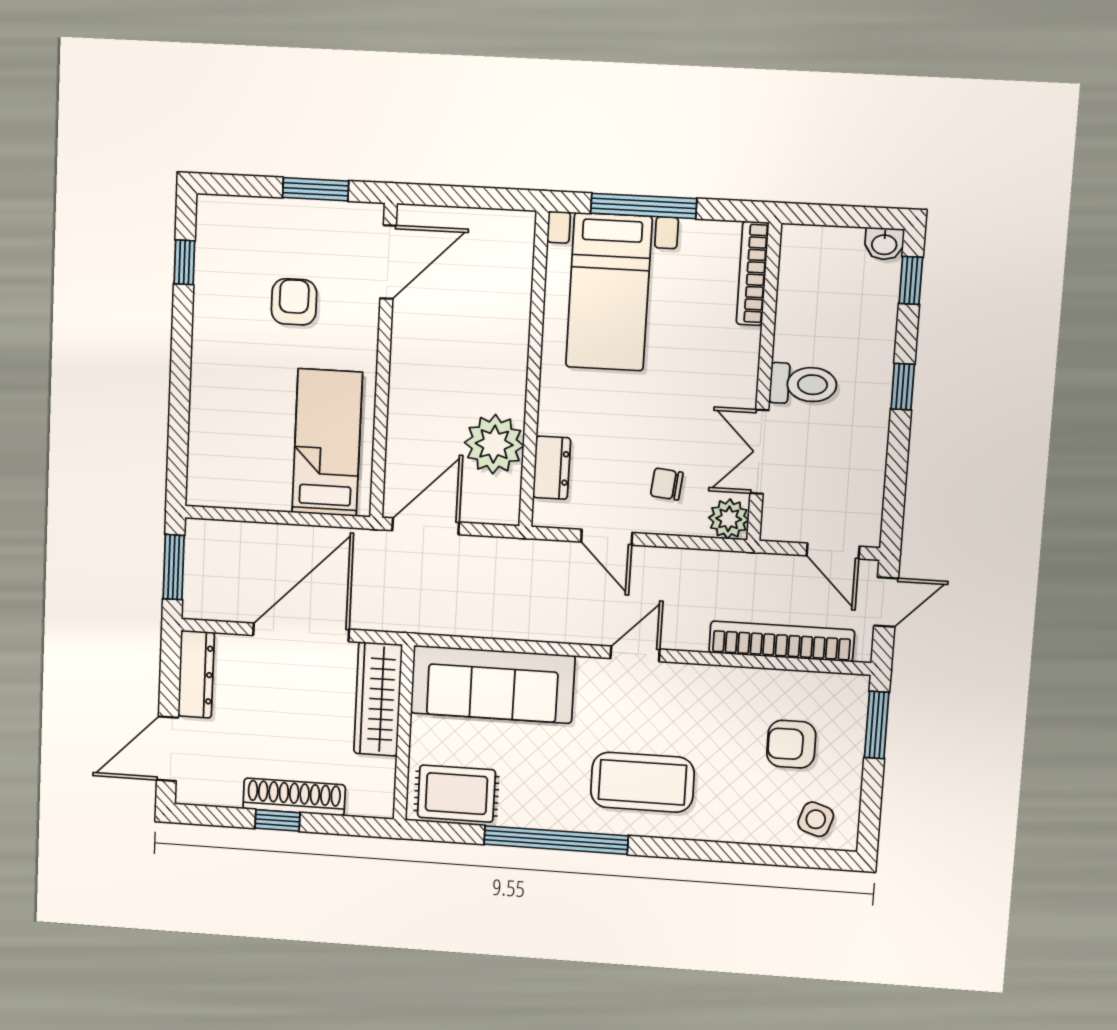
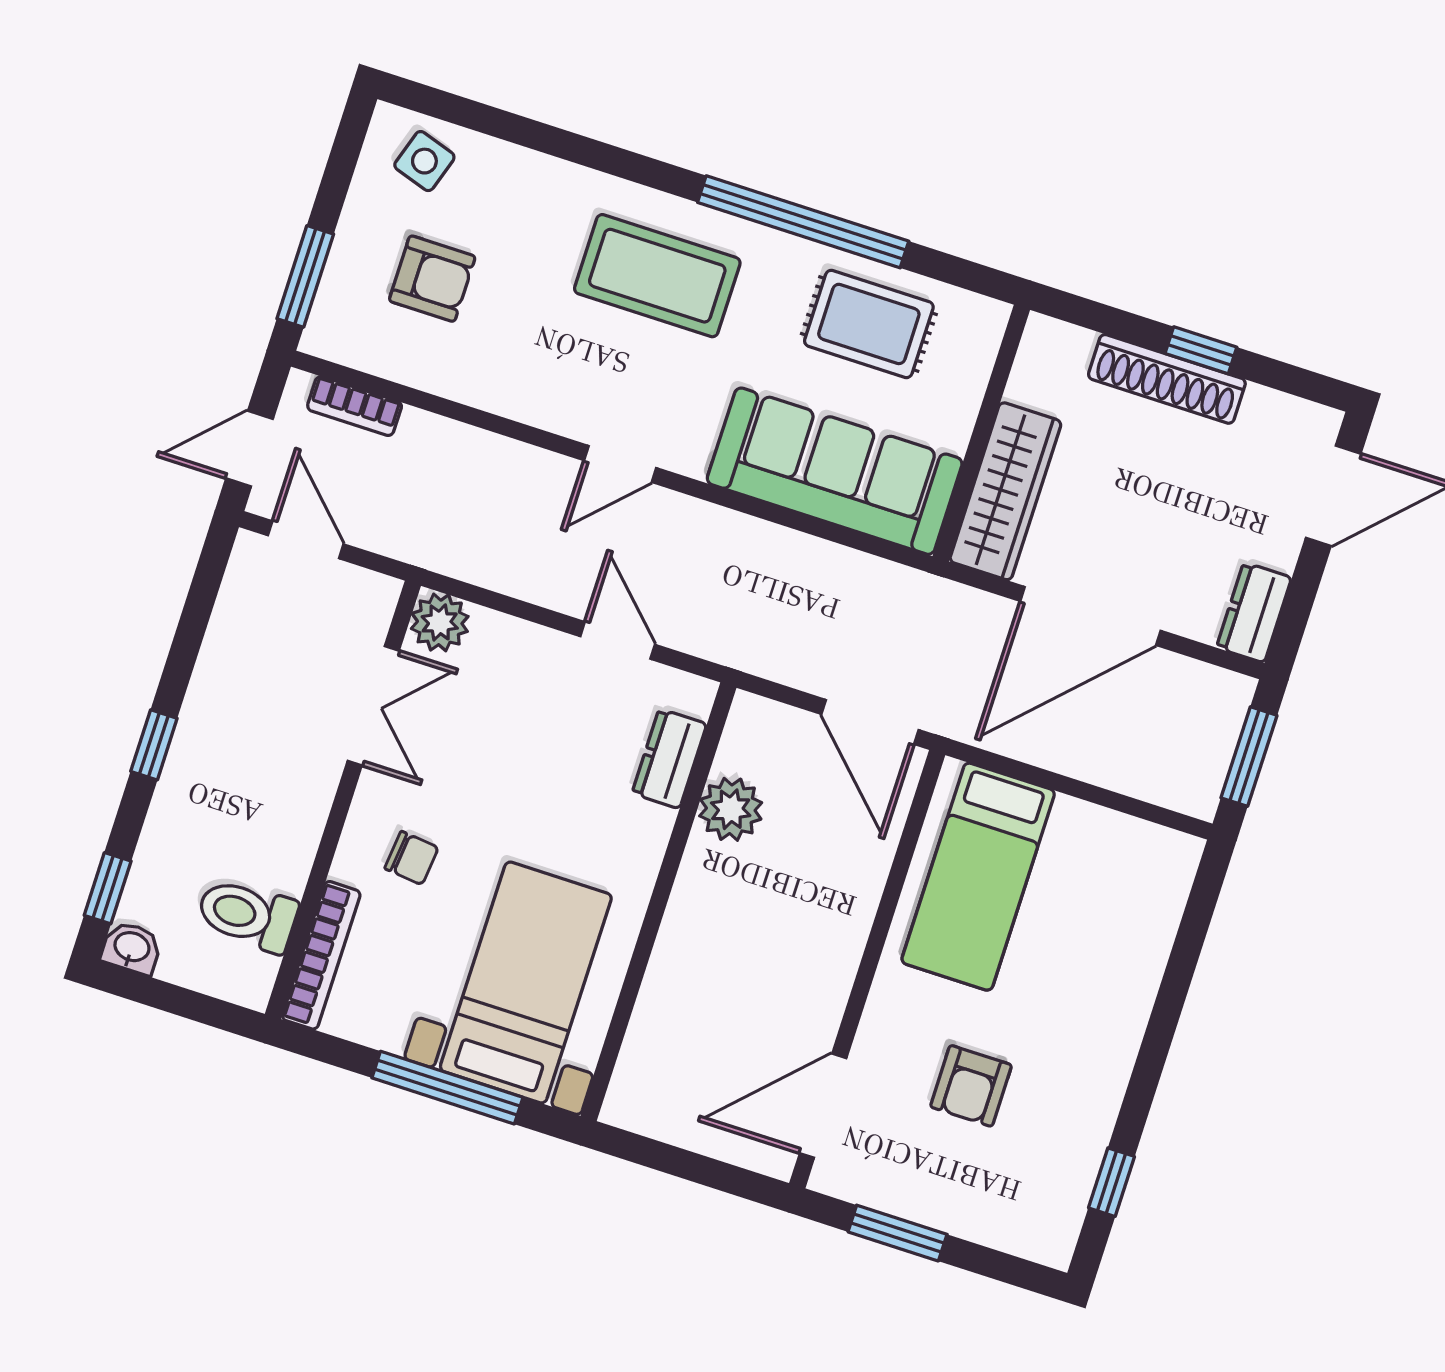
toilet: (803, 384) -> (247, 915), moved
plant: (494, 444) -> (731, 809), width x0.73, depth x0.73
chair: (667, 484) -> (412, 858), moved
door: (426, 526) -> (870, 722), hinge flipped
bookcase: (782, 641) -> (355, 406), width x0.43, depth x0.76
dresser: (196, 674) -> (1254, 613), width x0.70
rug: (456, 794) -> (869, 324), moved

